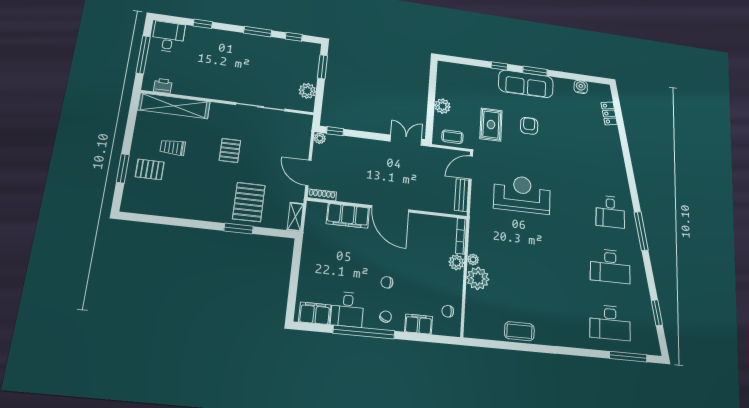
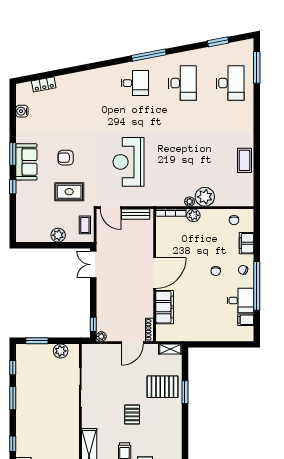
sofa: (526, 84) -> (26, 162), width x0.73
pallet: (230, 150) -> (132, 414), moved, turned 90
filing cabinet: (315, 313) -> (246, 320), width x0.50

